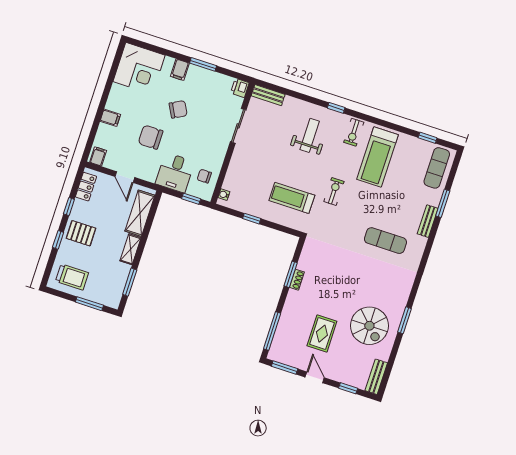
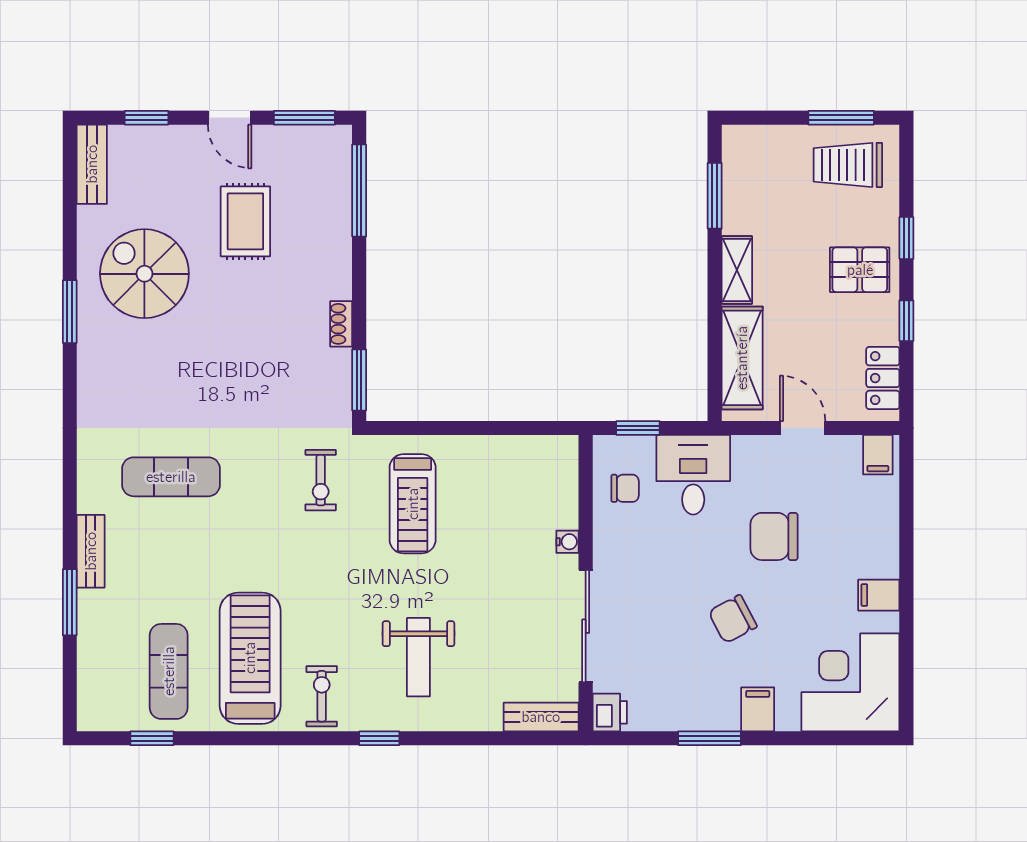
filing cabinet: (110, 118) -> (879, 595), moved
sliding door: (238, 126) -> (586, 626), width x1.37
chair: (151, 137) -> (774, 536), turned 180
exercise mat: (437, 168) -> (169, 671), moved
exercise bike: (334, 191) -> (321, 480), moved
water cooler: (224, 195) -> (567, 542), moved
treadmill: (292, 198) -> (413, 504), turned 90
window: (252, 219) -> (487, 428), removed
window: (291, 274) -> (359, 380), moved
window: (89, 304) -> (841, 118), moved

